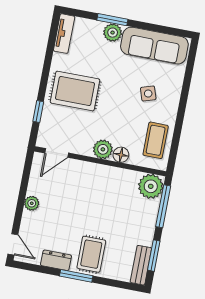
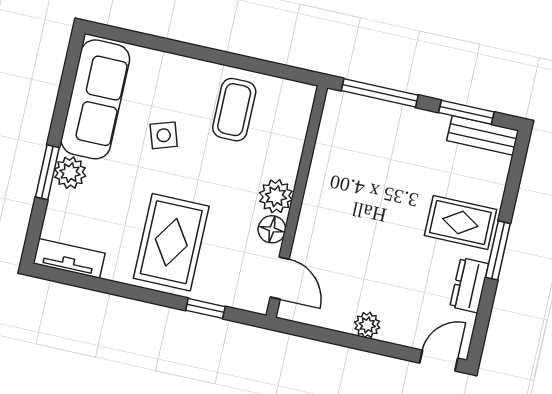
side table: (148, 94) -> (164, 135), moved
coffee table: (156, 140) -> (234, 110), moved, turned 90
floor lamp: (121, 155) -> (272, 229), moved
plant: (151, 186) -> (344, 114), removed

